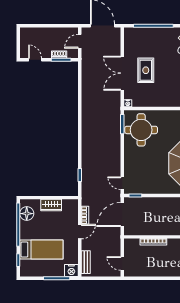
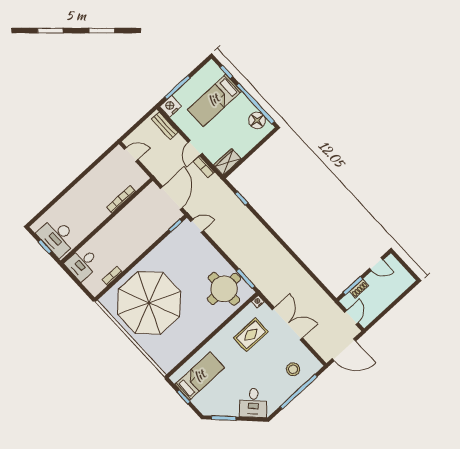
stool: (144, 42) -> (293, 369), added
rug: (146, 70) -> (251, 335), moved, turned 90
wardrobe: (51, 205) -> (227, 162), moved

